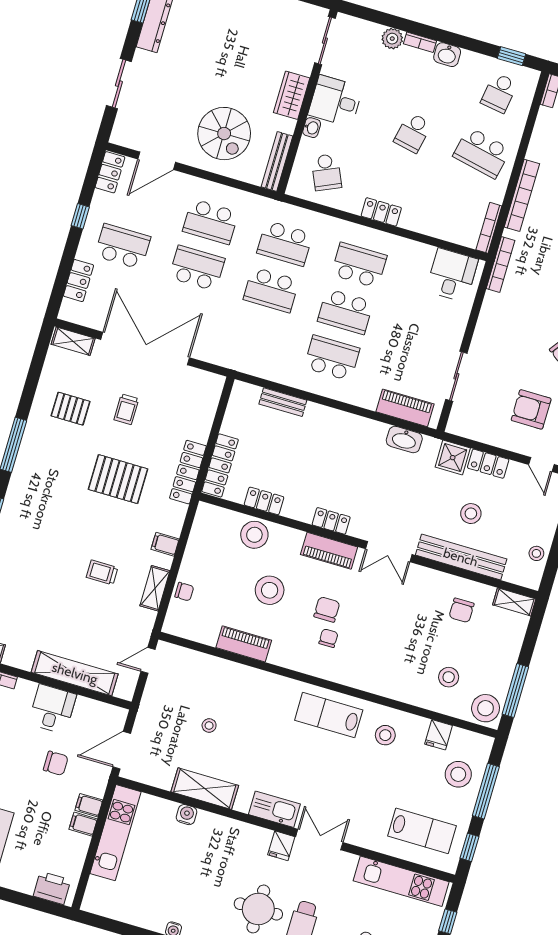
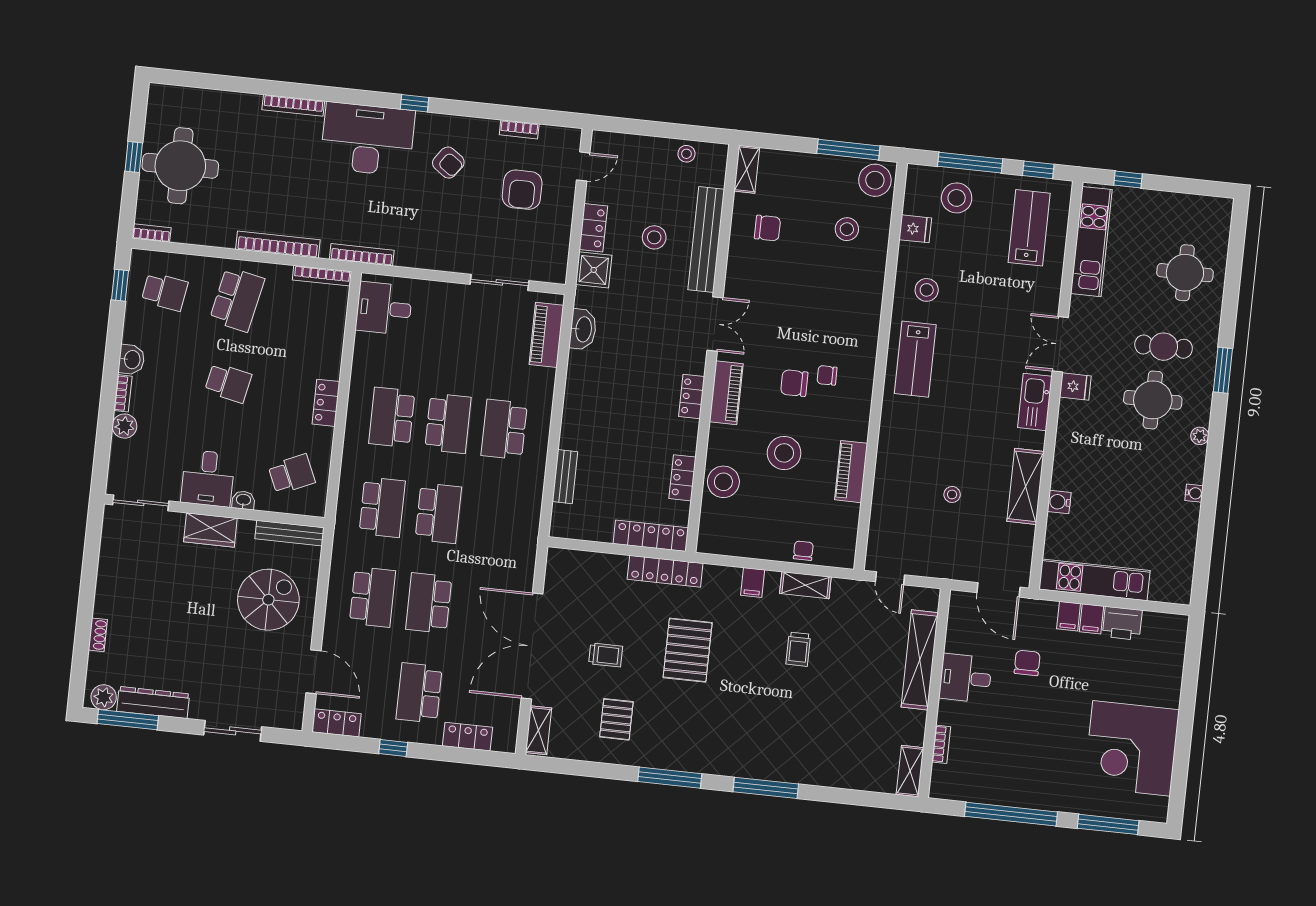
printer: (52, 888) -> (1122, 623), moved, turned -90

